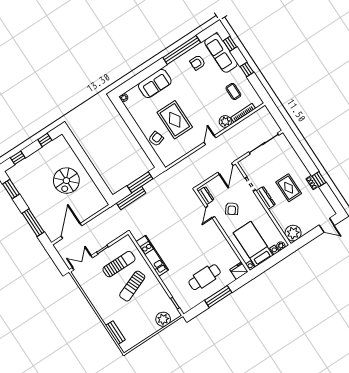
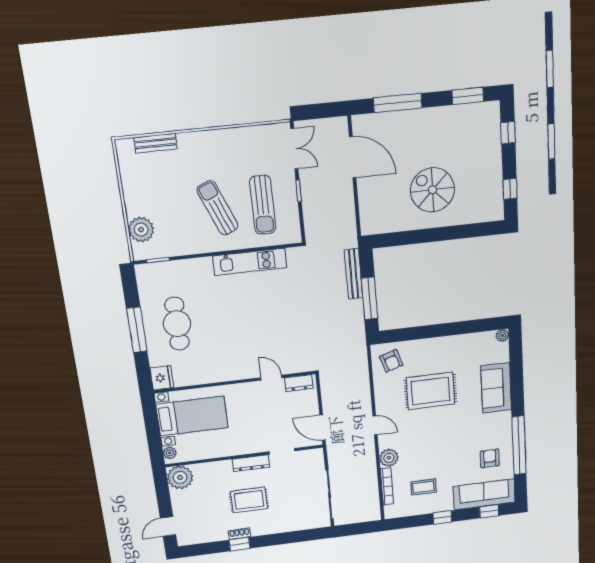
armchair: (156, 139) -> (391, 361), moved
armchair: (232, 209) -> (260, 410), removed

